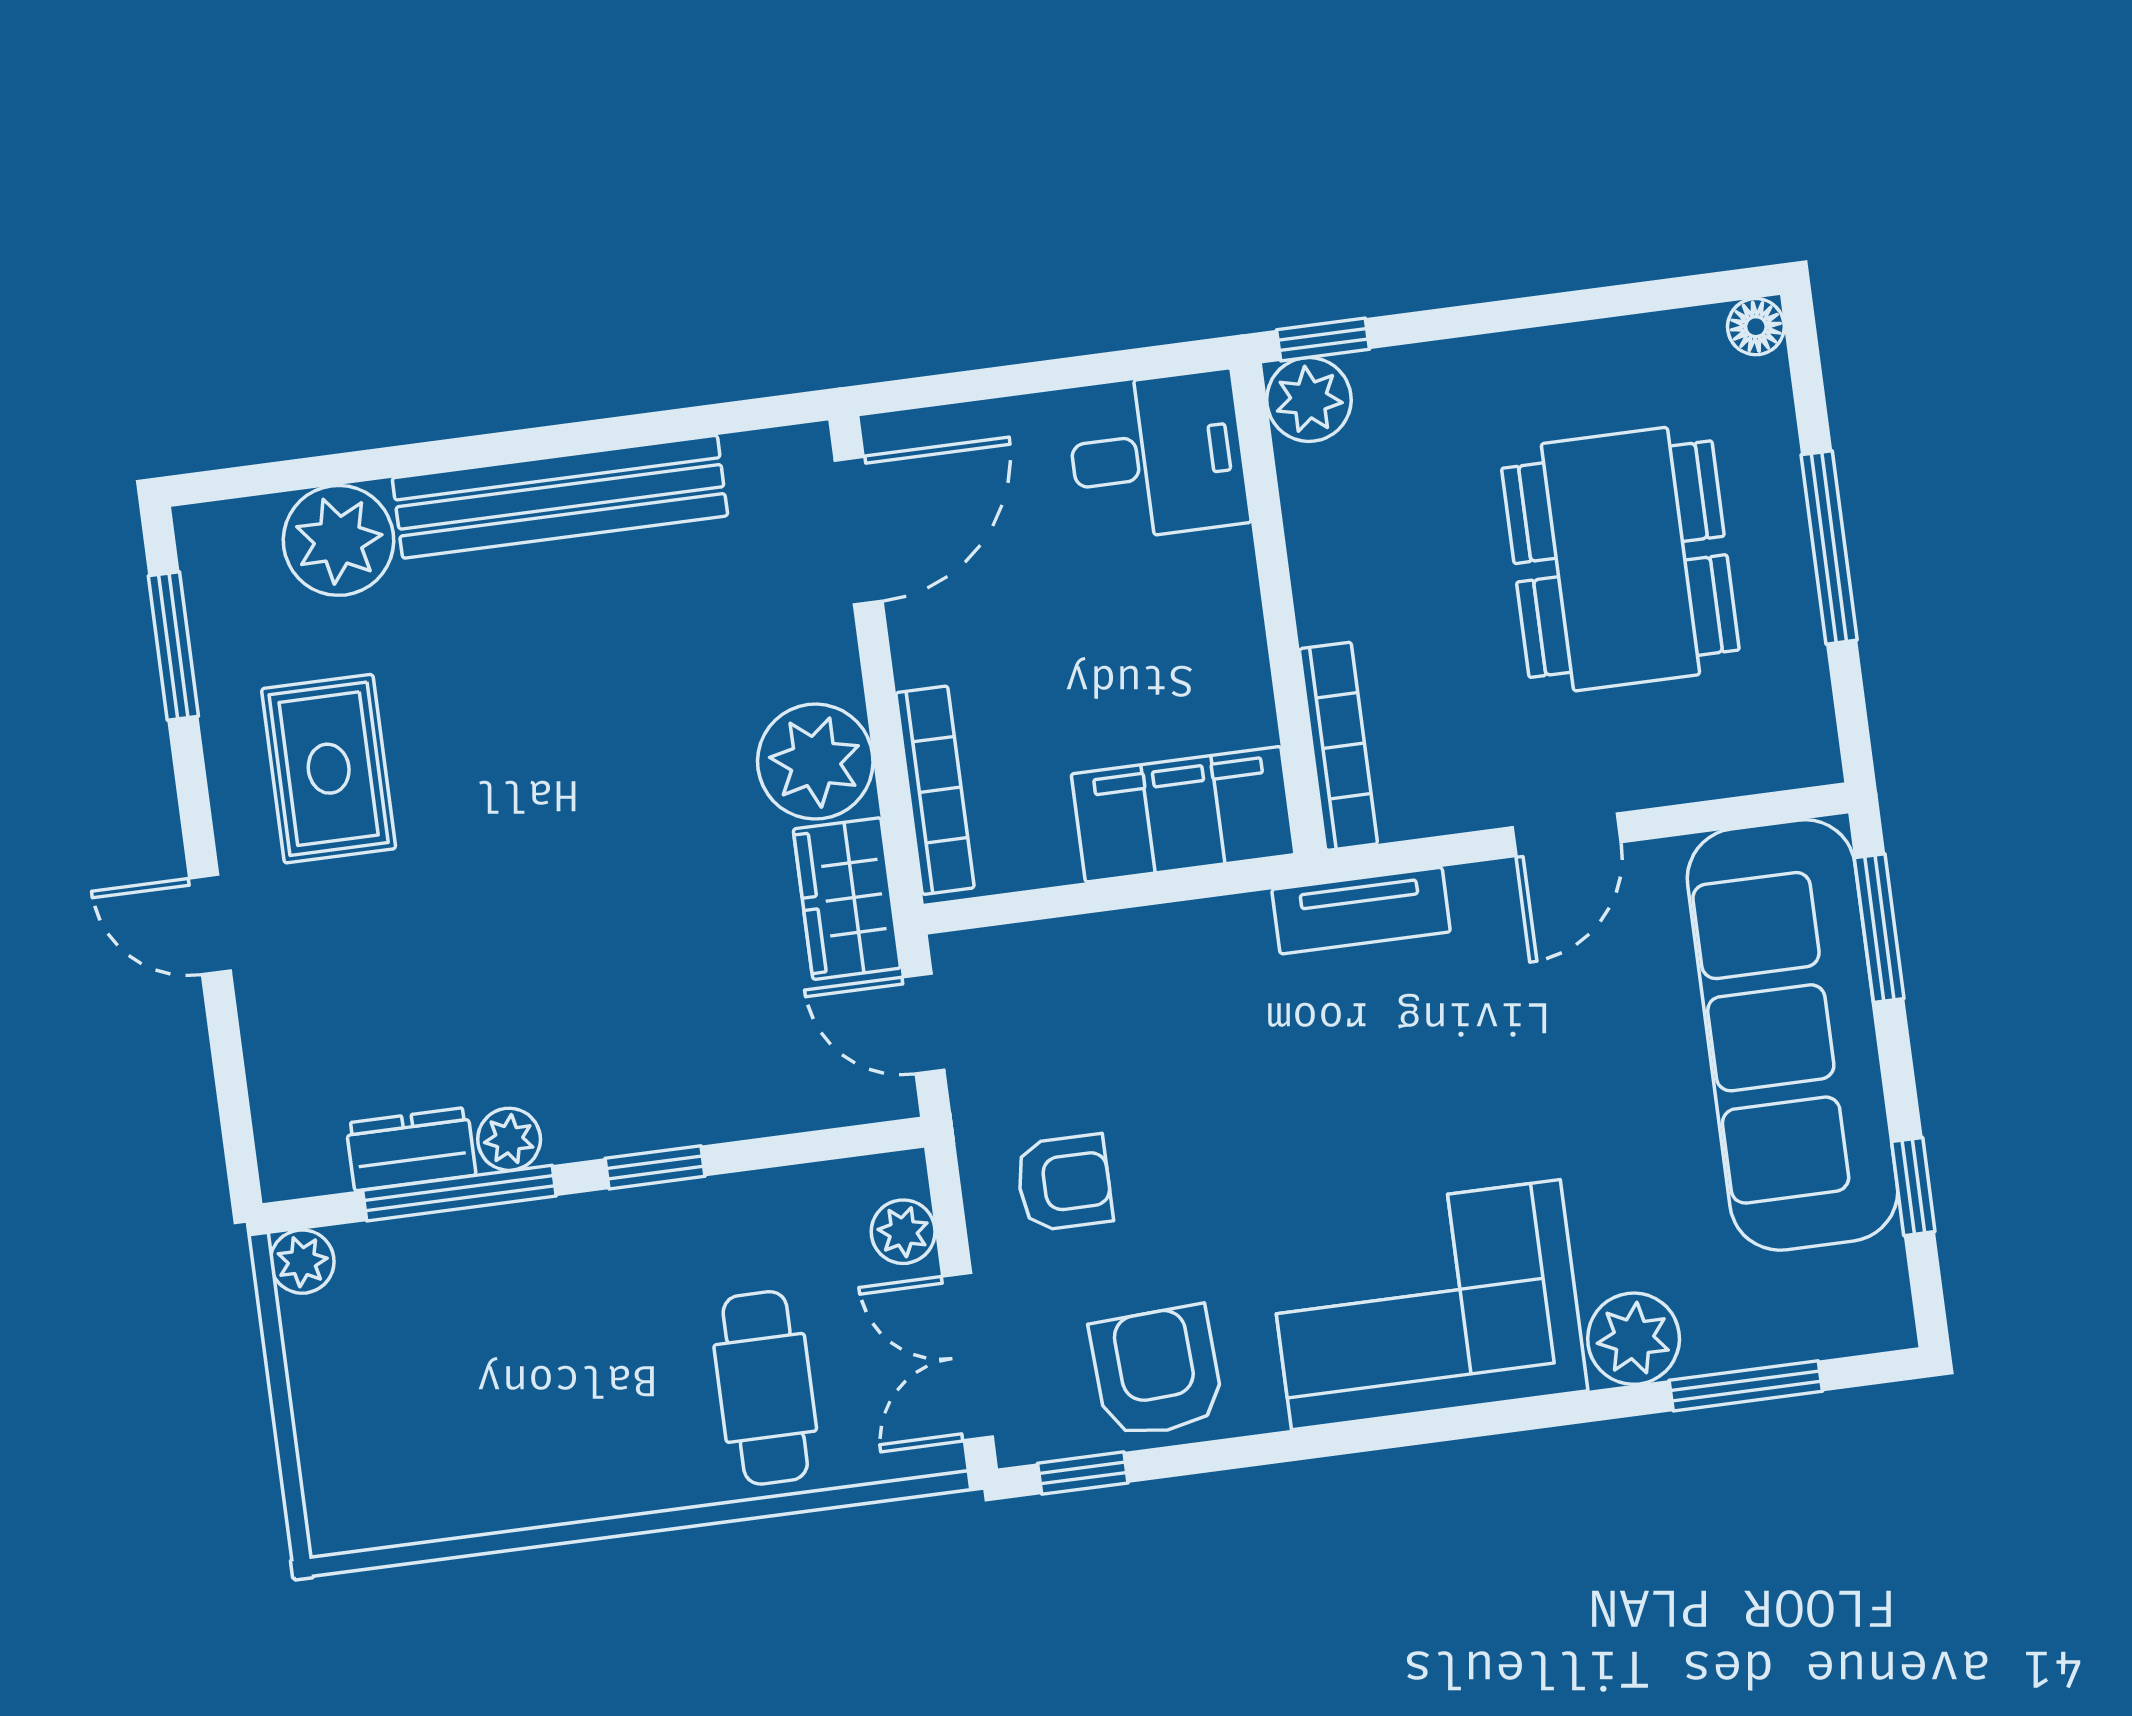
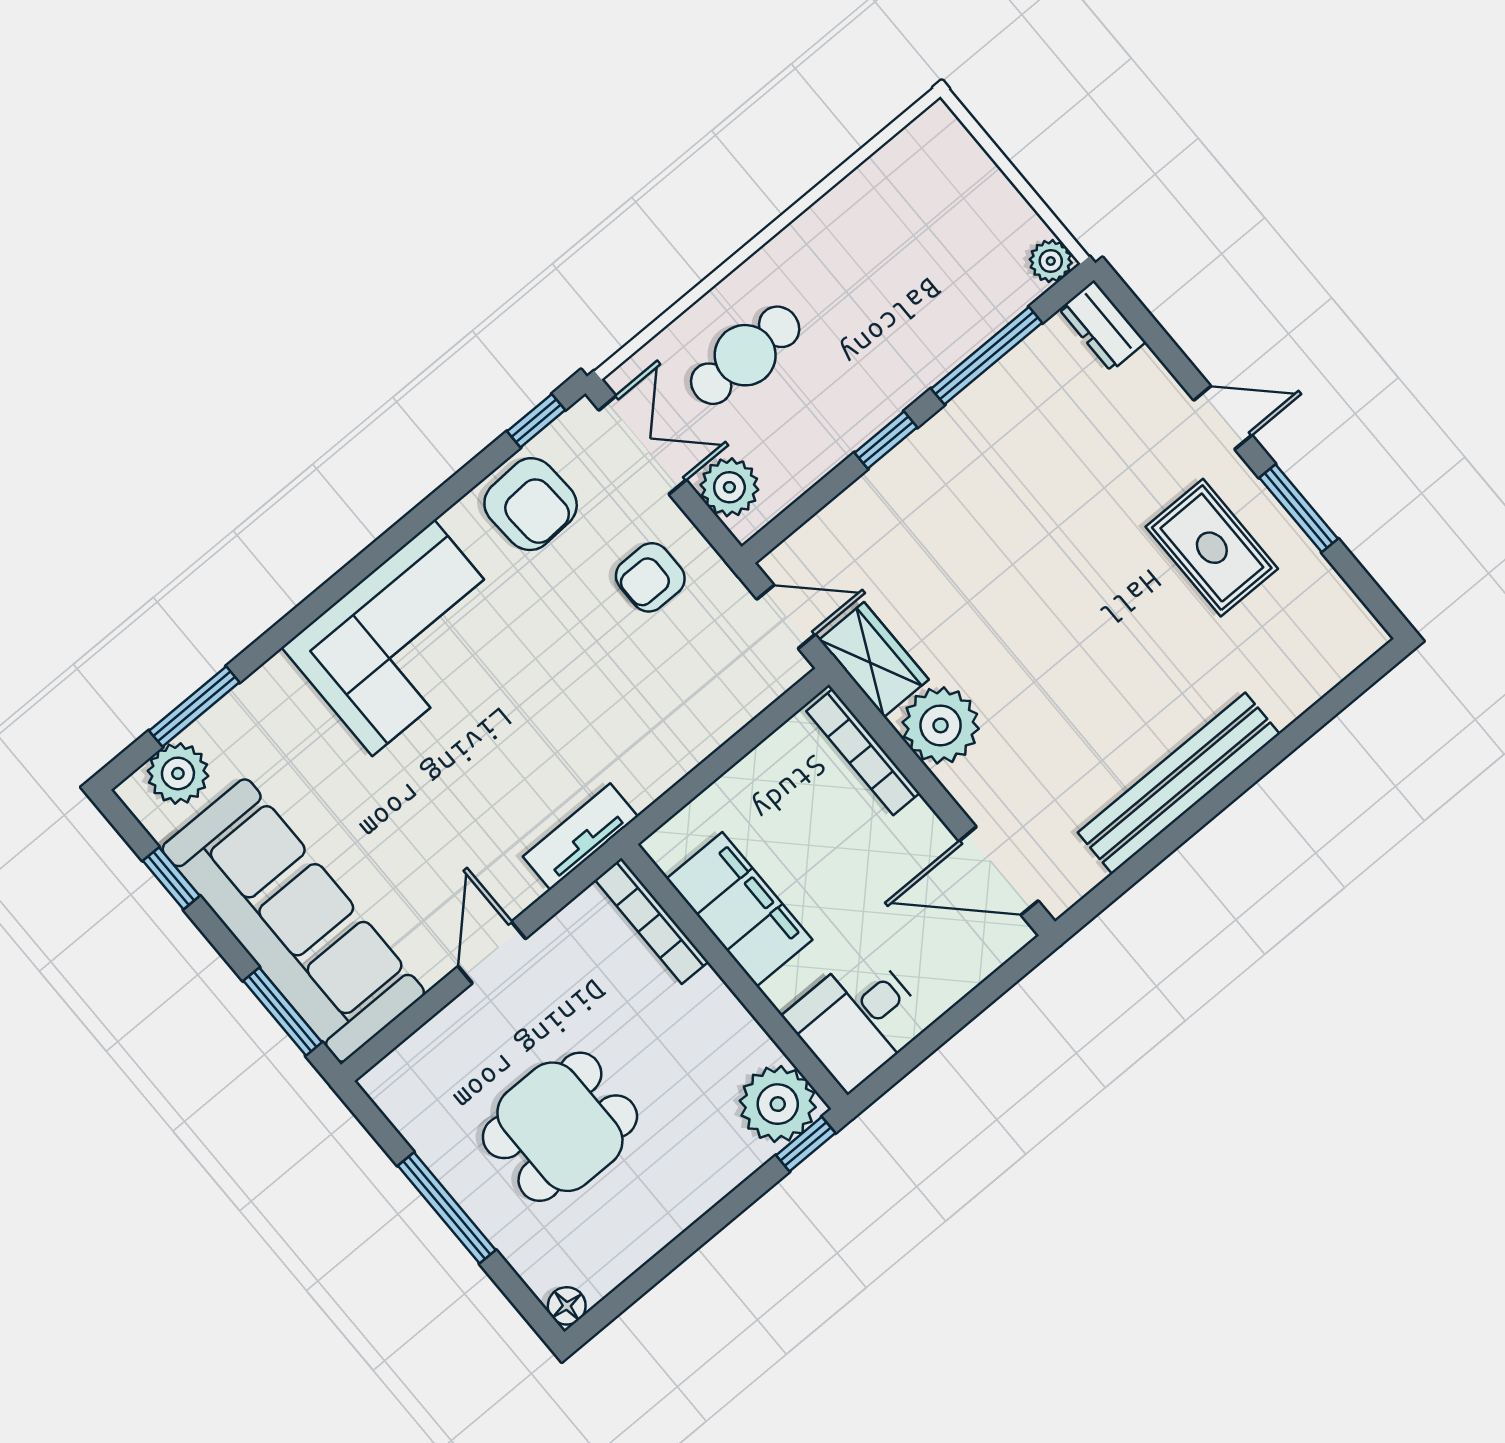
plant: (1309, 400) -> (778, 1104), width x1.36, depth x1.36
door: (859, 531) -> (999, 871), hinge flipped
plant: (339, 540) -> (1288, 680), removed
dining table: (1620, 559) -> (560, 1127), width x0.73
window: (173, 646) -> (1299, 508), moved
filing cabinet: (1183, 814) -> (739, 909), moved, turned -90
plant: (509, 1139) -> (978, 404), removed
dresser: (411, 1149) -> (1102, 326), moved, turned 90
plant: (903, 1232) -> (729, 487), width x1.38, depth x1.38
plant: (1634, 1339) -> (178, 773), moved
cafe table: (765, 1388) -> (745, 355), turned 90

